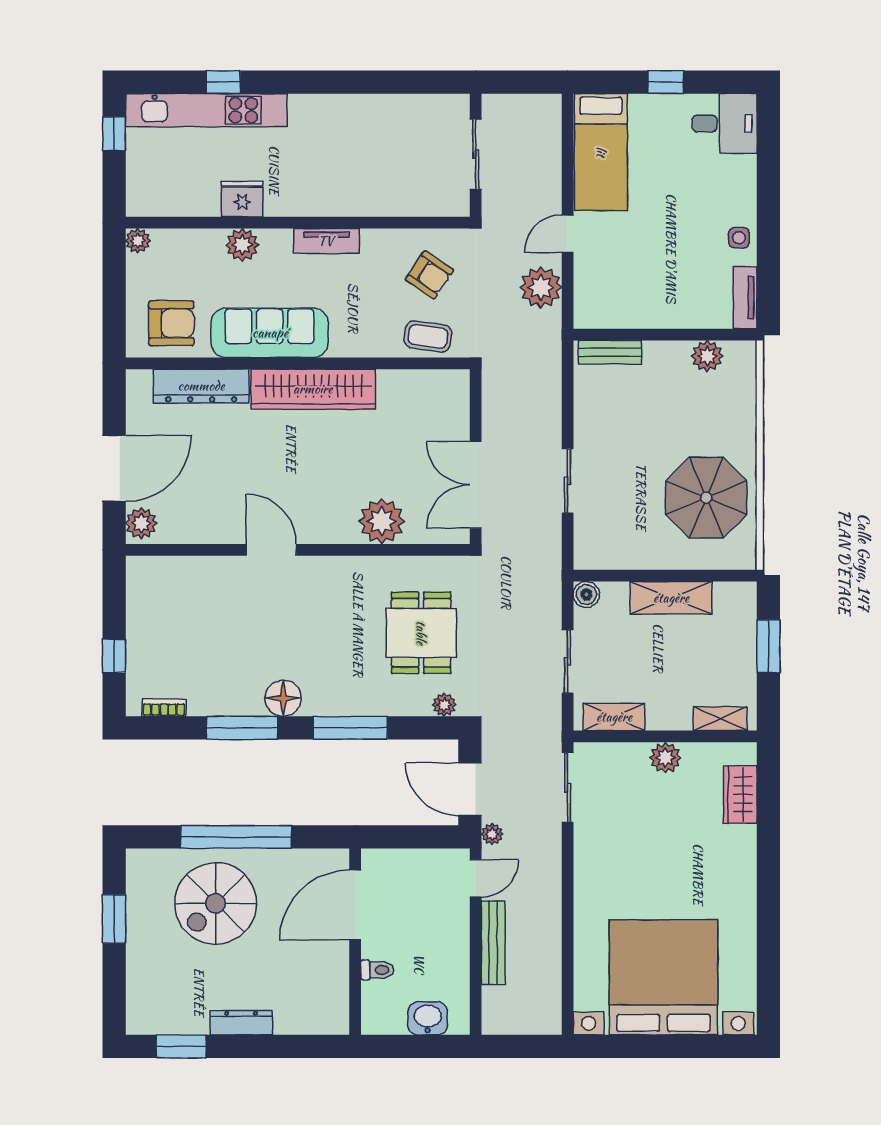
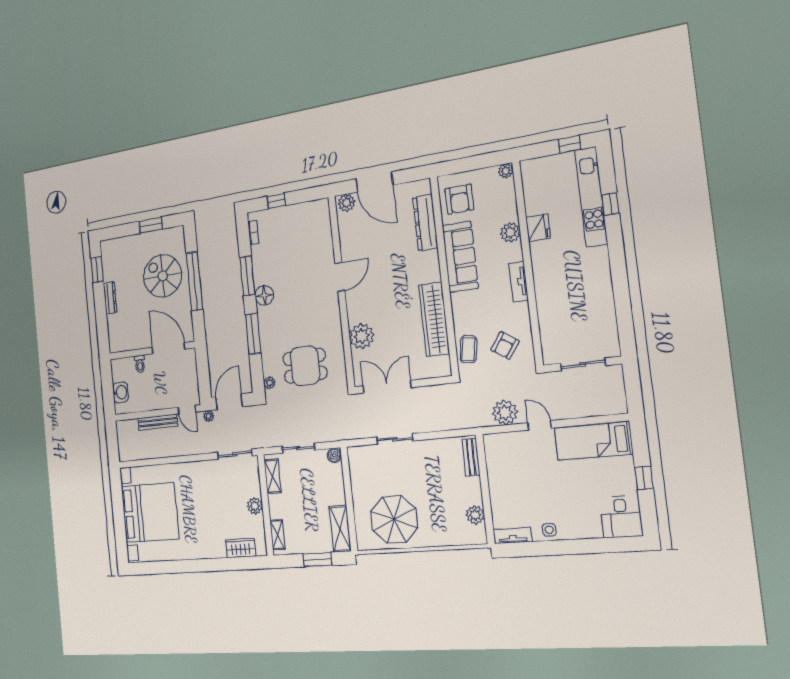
wardrobe: (313, 389) -> (434, 319), moved
shelving: (671, 598) -> (340, 529), moved

